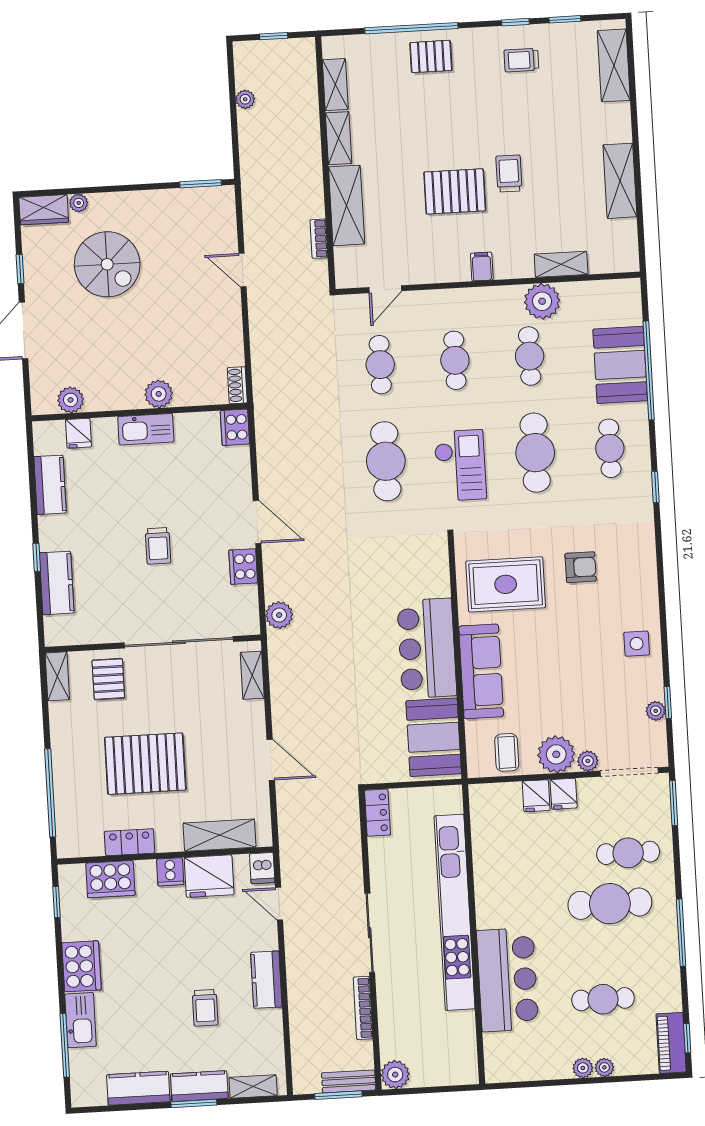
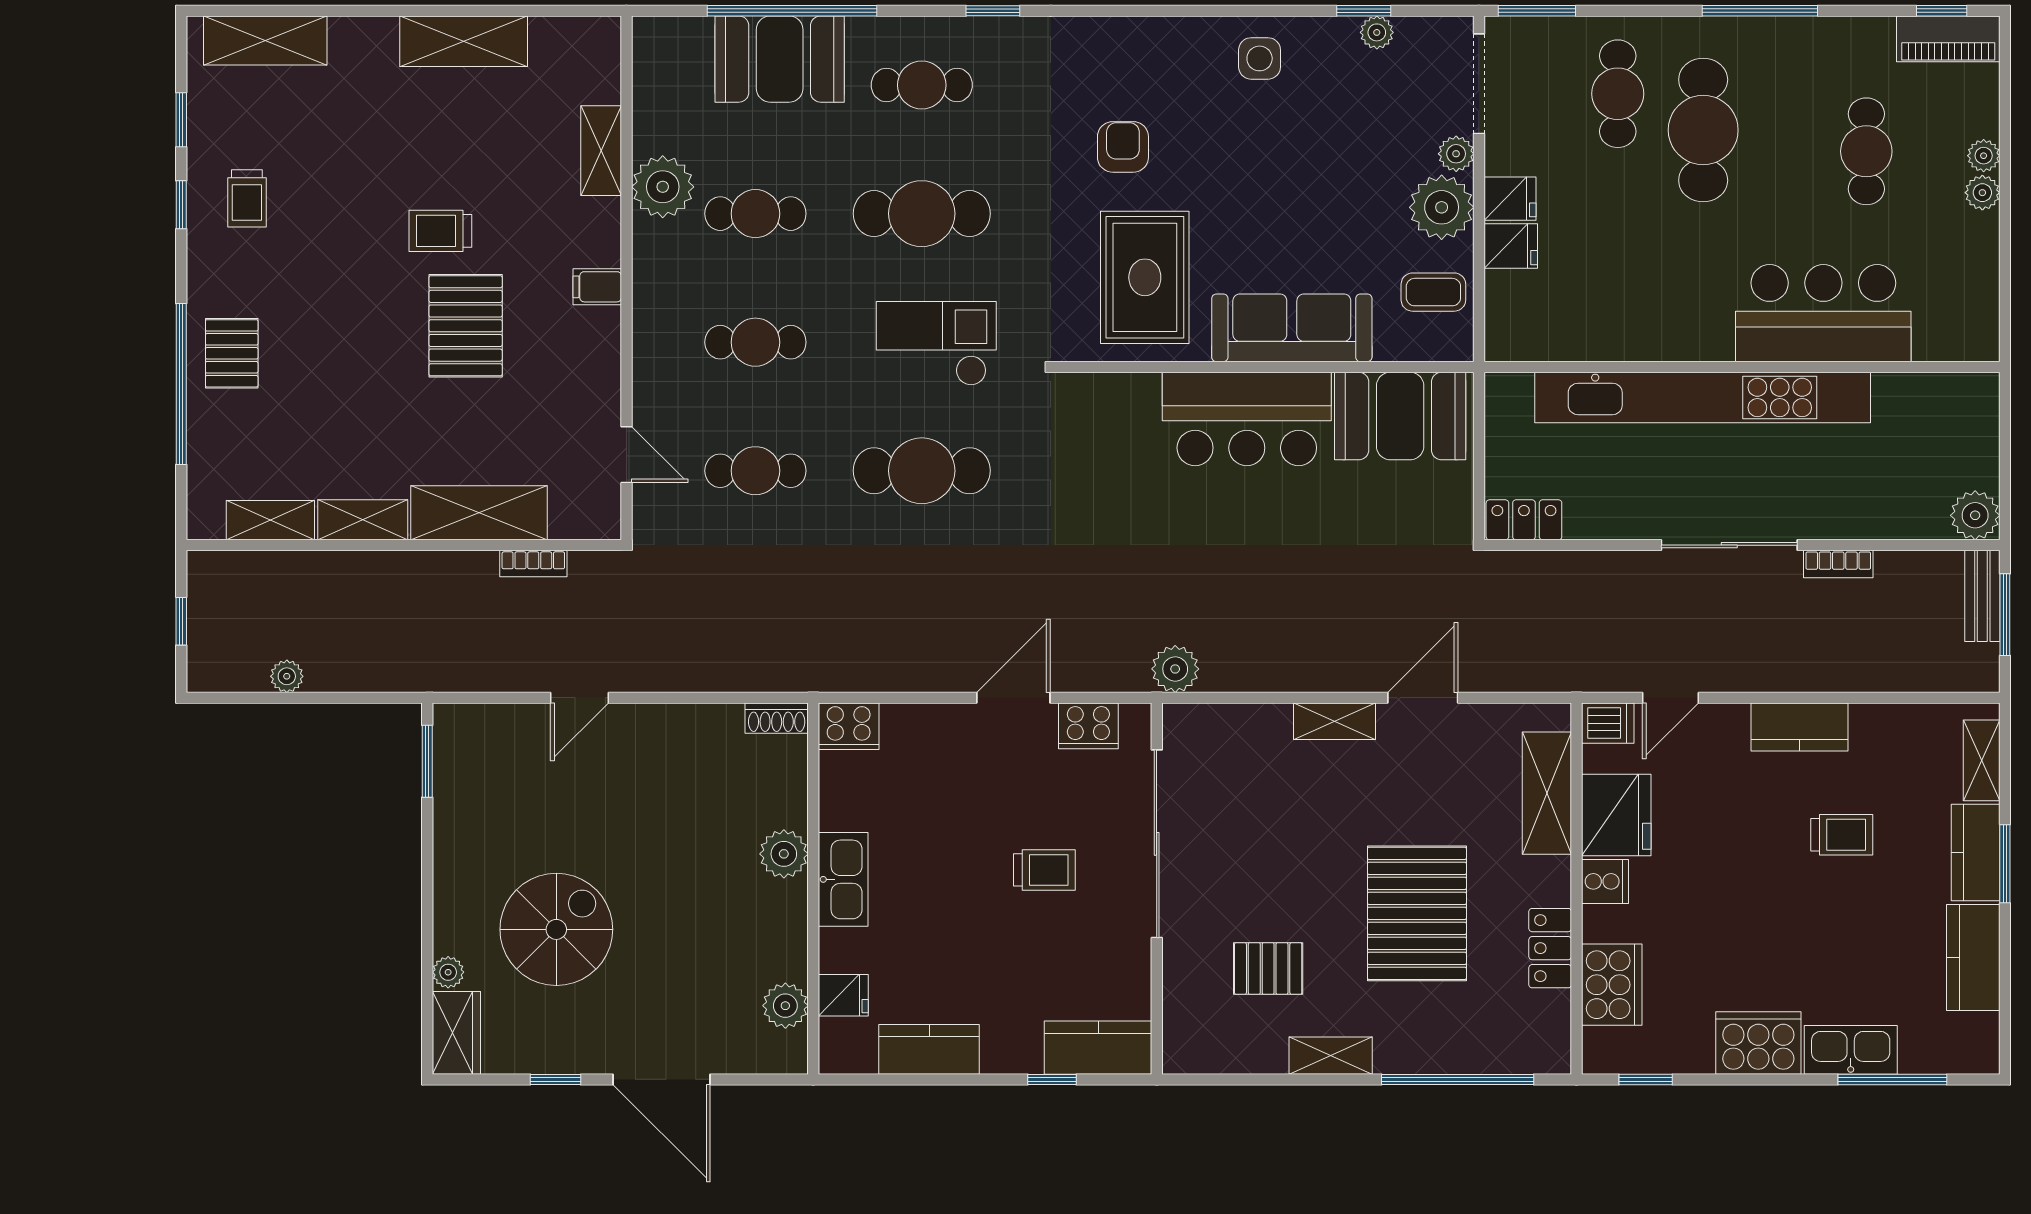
sliding door: (179, 642) -> (1157, 844), moved
wall: (153, 644) -> (1157, 889), moved
shelving: (252, 675) -> (1334, 721), moved
shelving: (57, 676) -> (1331, 1056), moved
bookcase: (363, 1008) -> (1838, 564), width x0.64

